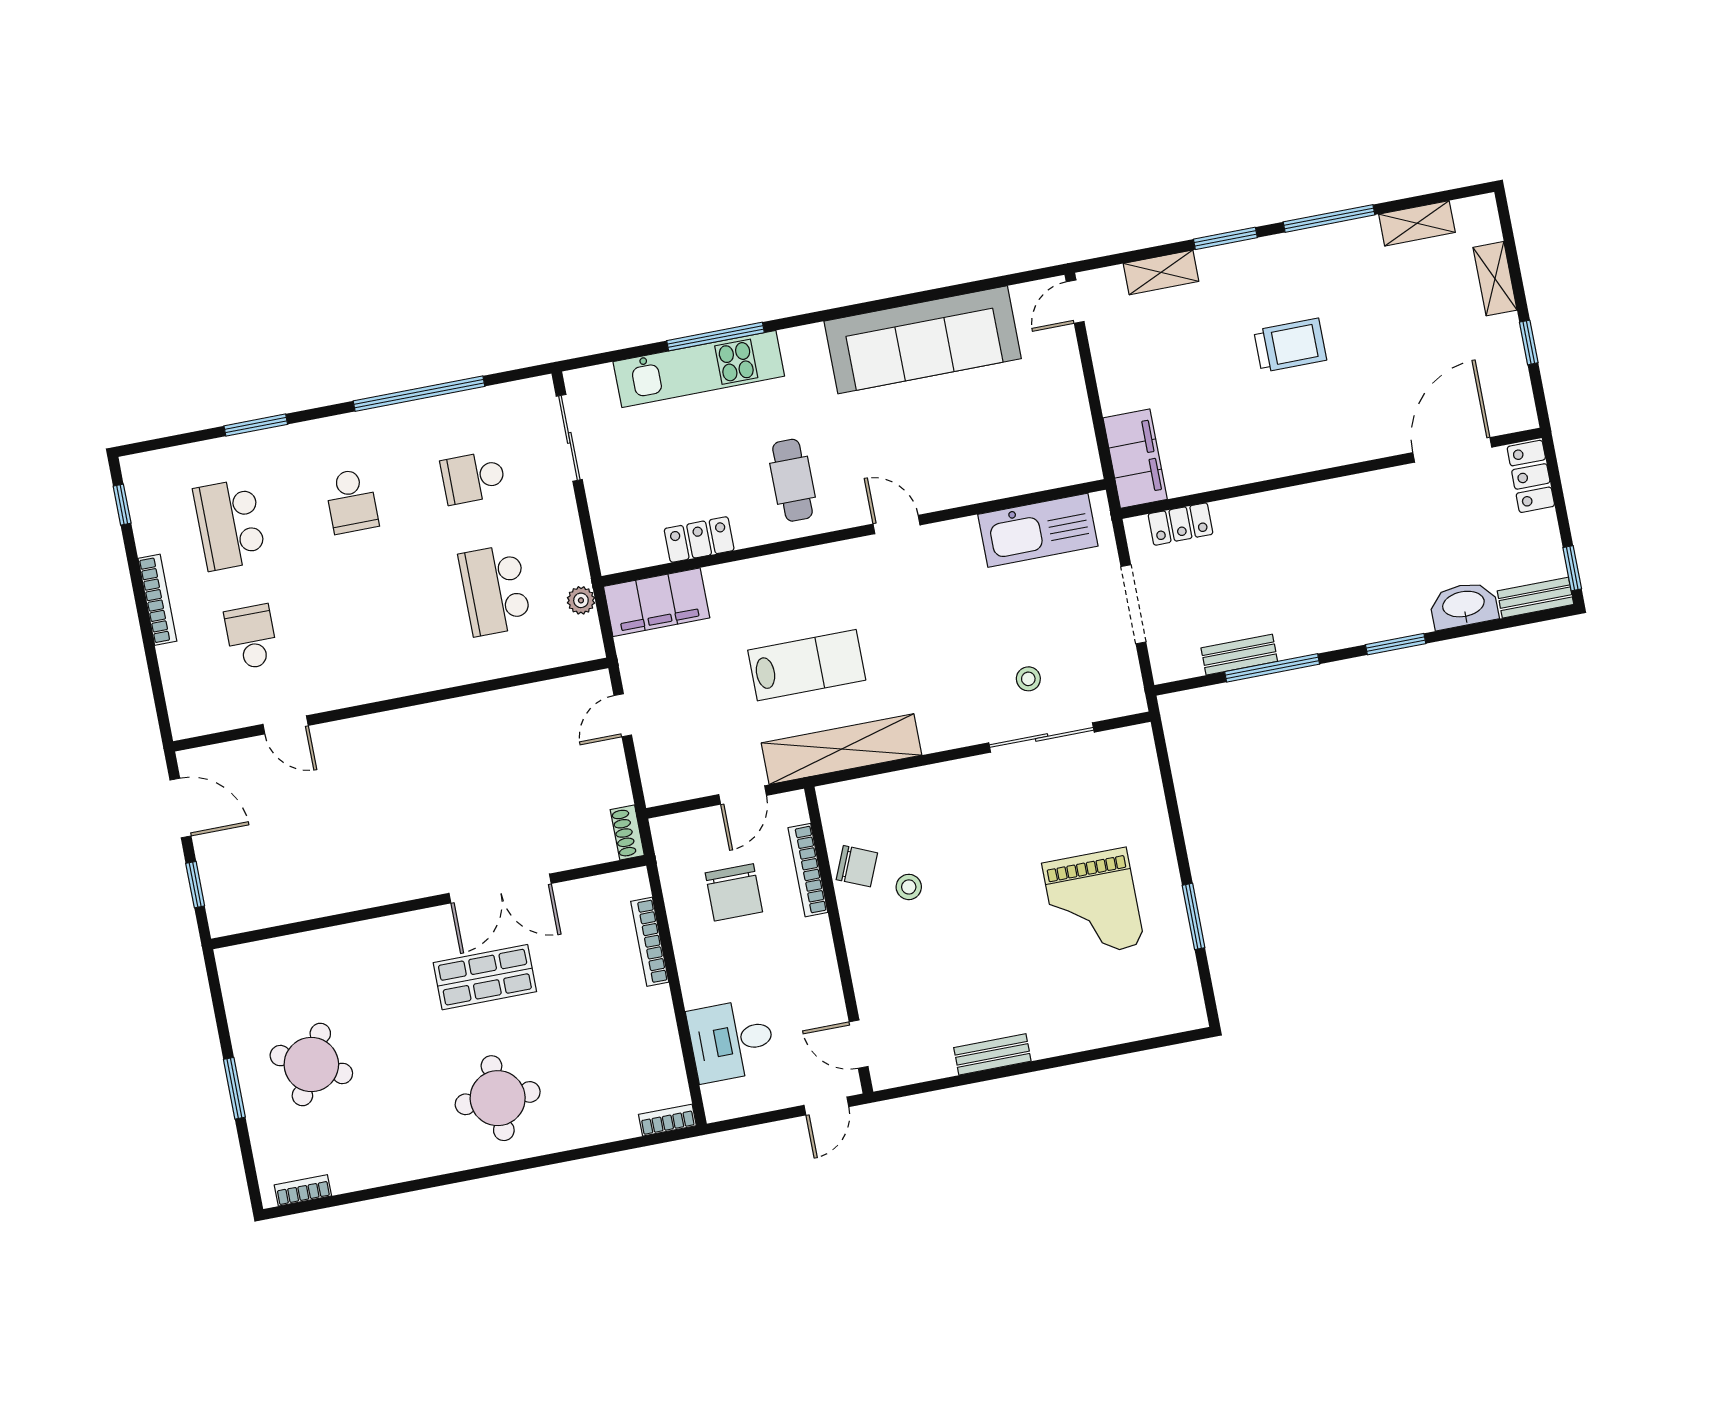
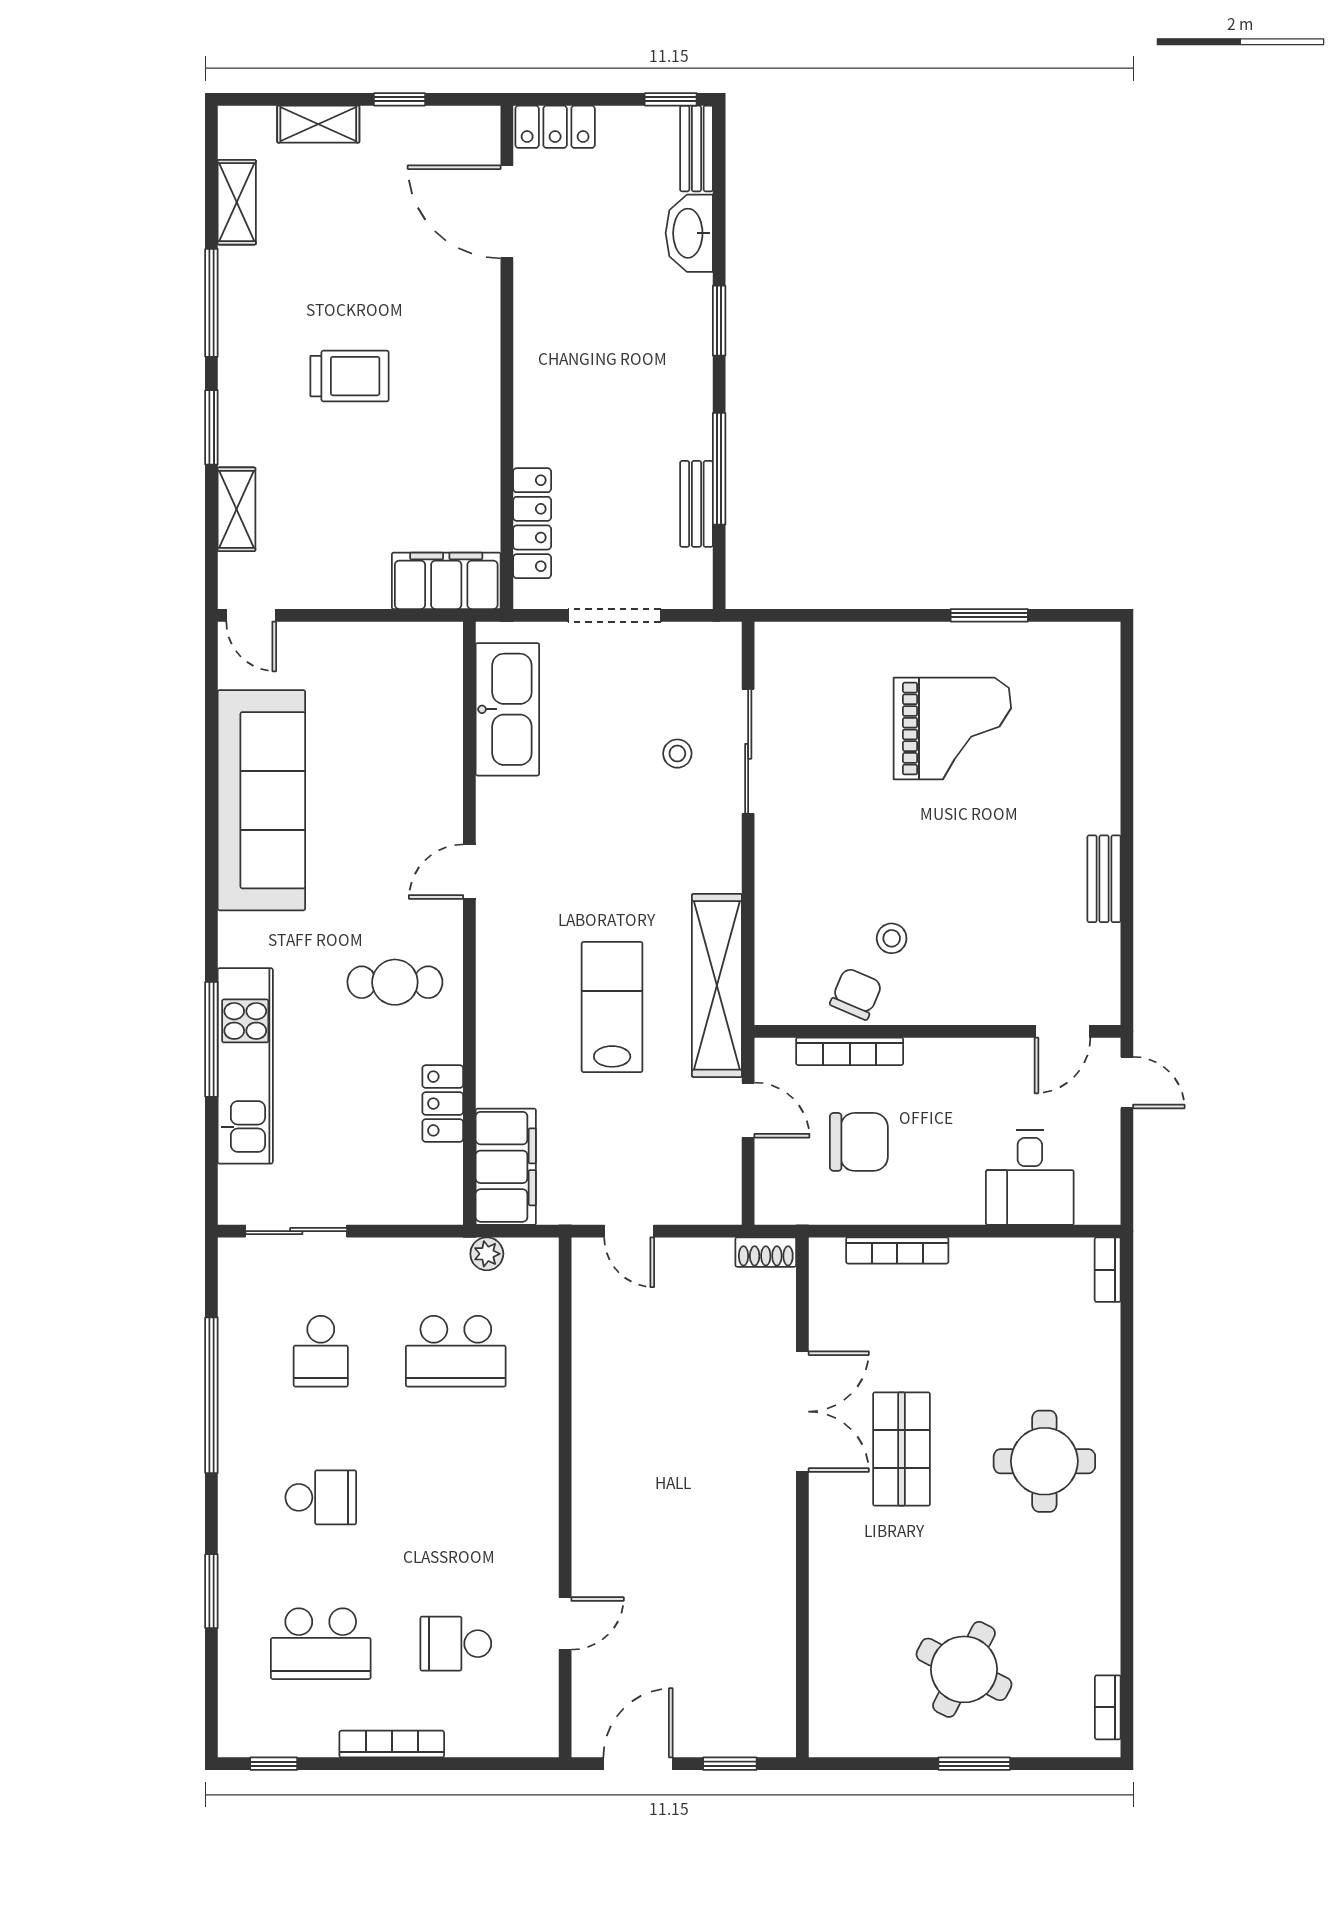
trolley: (1290, 345) -> (350, 376), turned 90
locker: (1180, 524) -> (532, 523), width x1.53

